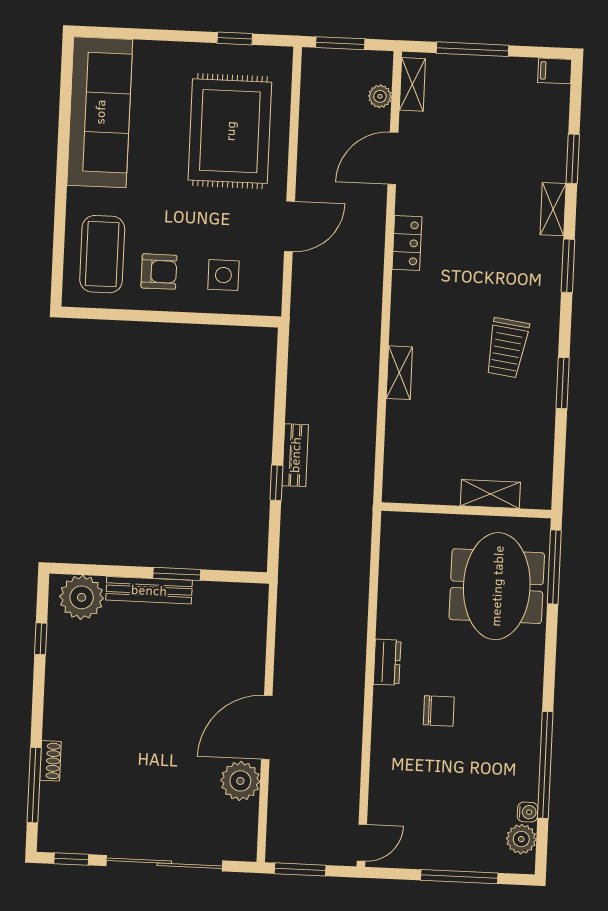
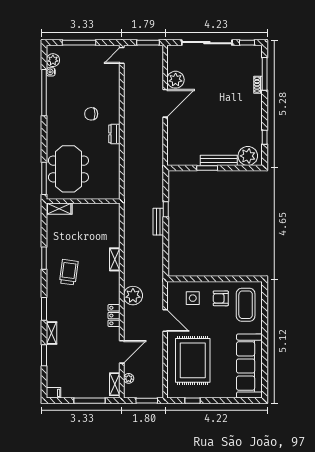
door: (290, 226) -> (165, 320), swing flipped
plant: (361, 287) -> (133, 296), added
shelving: (490, 494) -> (59, 209), moved

